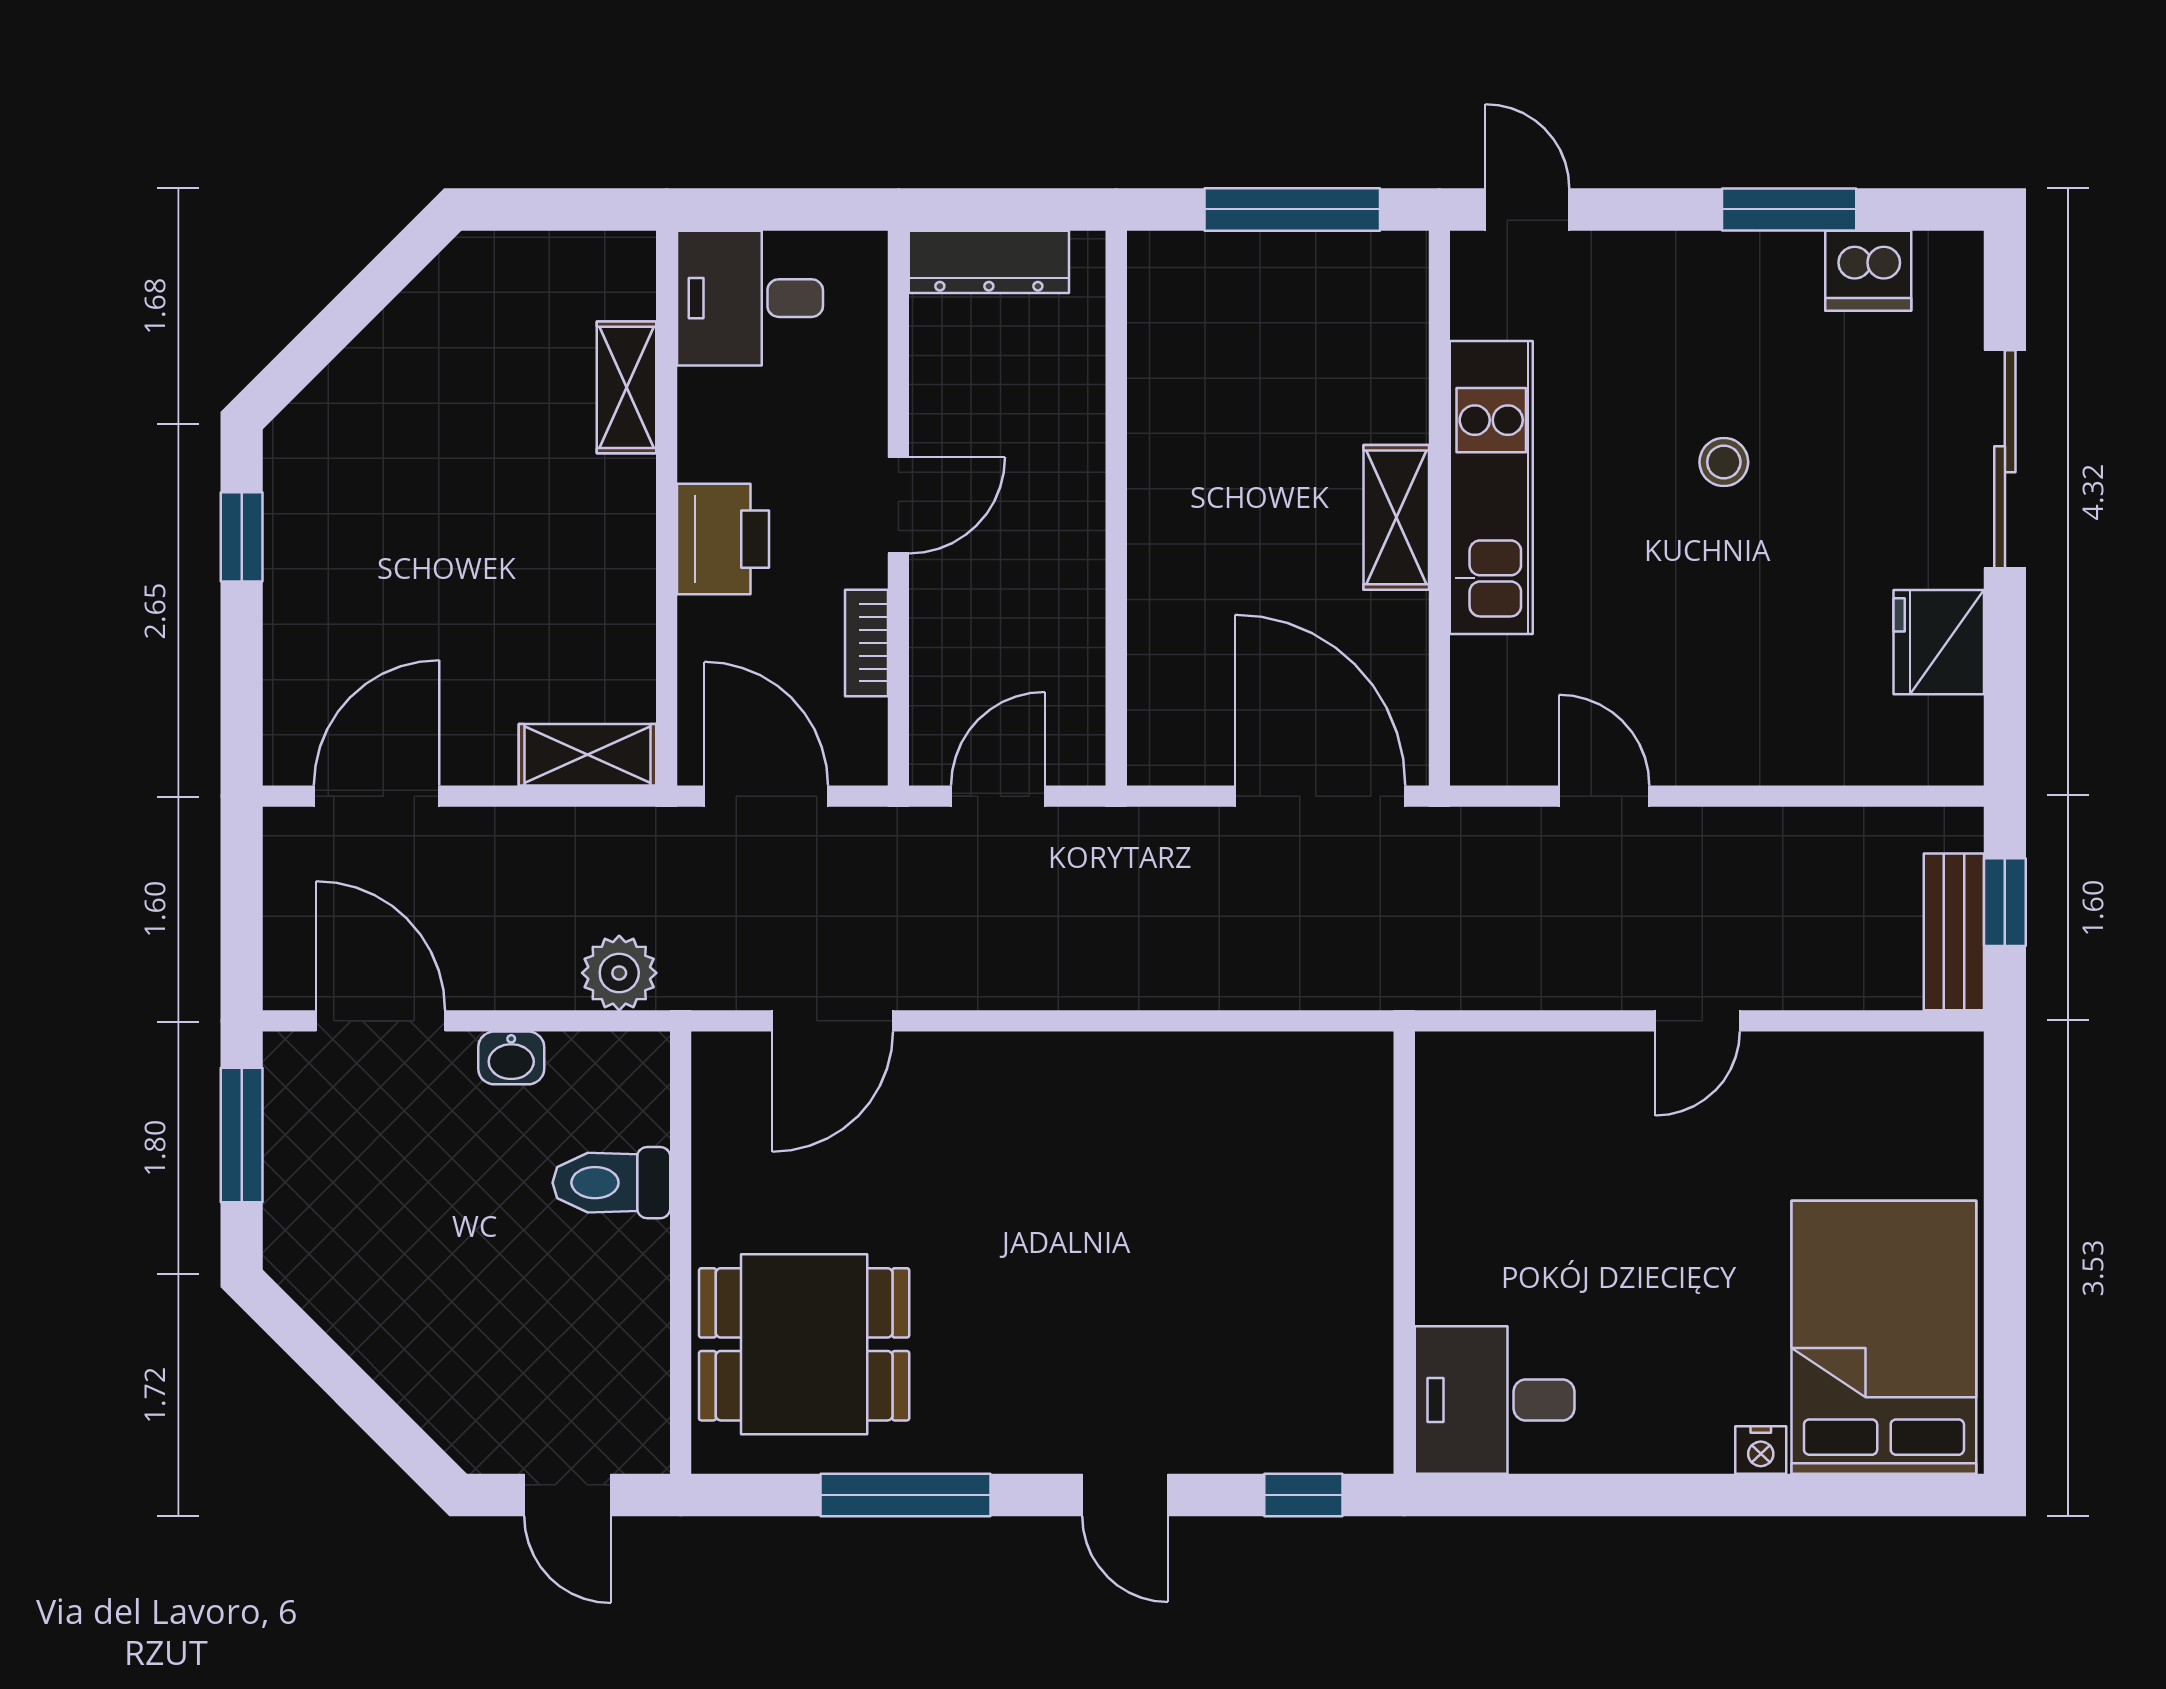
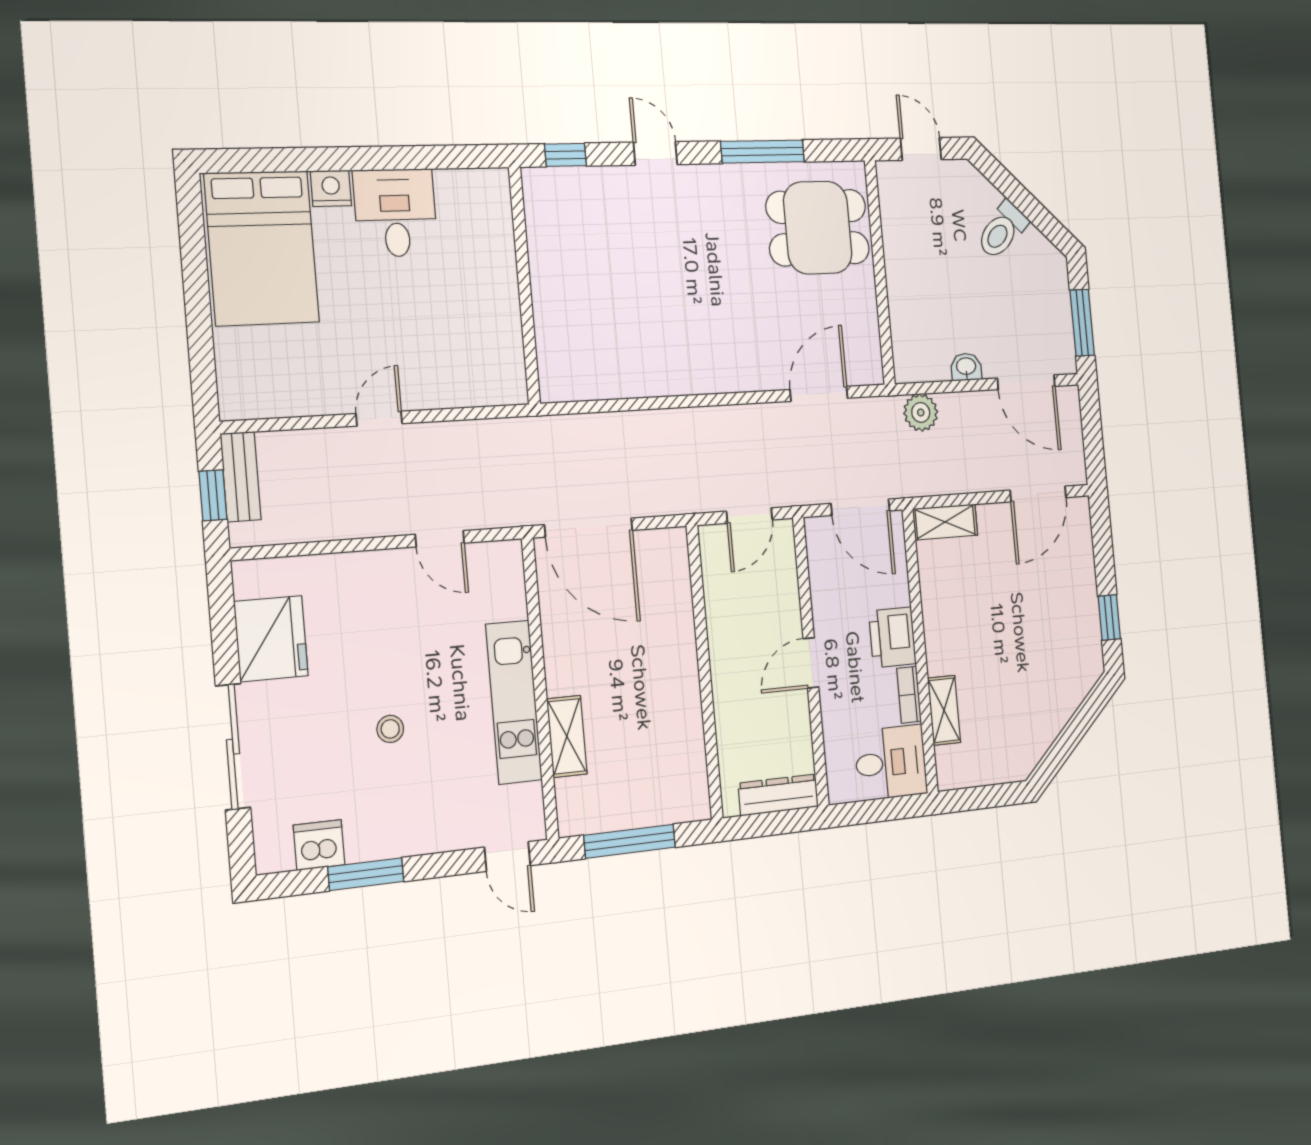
shelving: (1396, 517) -> (567, 736), moved
fridge: (1939, 642) -> (271, 639), width x1.36, depth x1.34
bookcase: (867, 643) -> (909, 695), moved, turned 180
toilet: (611, 1183) -> (1002, 230), moved, turned 135
desk: (1495, 1400) -> (396, 213), moved, turned -90
nightstand: (1761, 1450) -> (331, 188), width x1.39, depth x1.35

